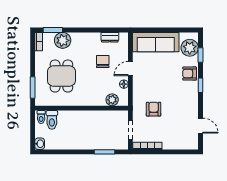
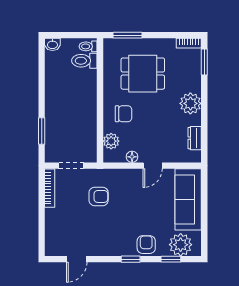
plant: (63, 40) -> (190, 103), moved
chair: (103, 62) -> (124, 114), moved
door: (130, 69) -> (153, 166), swing flipped

